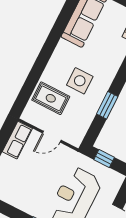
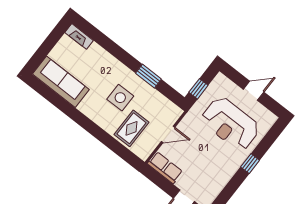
door: (52, 137) -> (168, 134), hinge flipped

